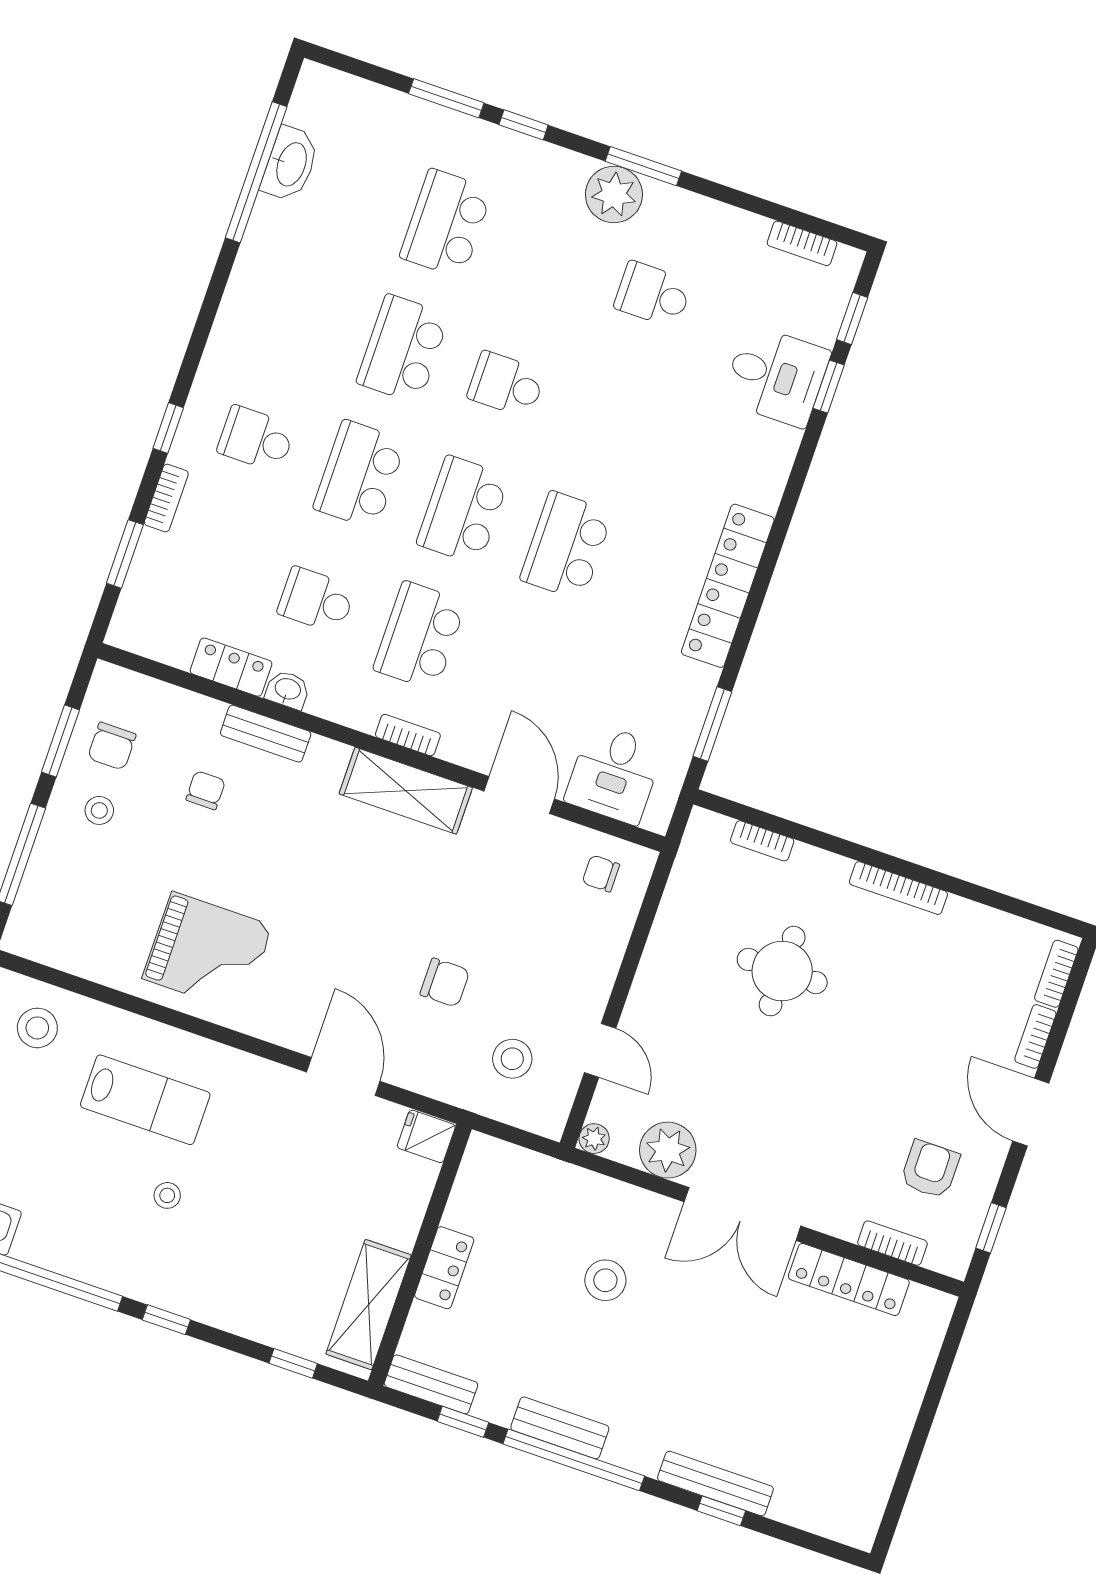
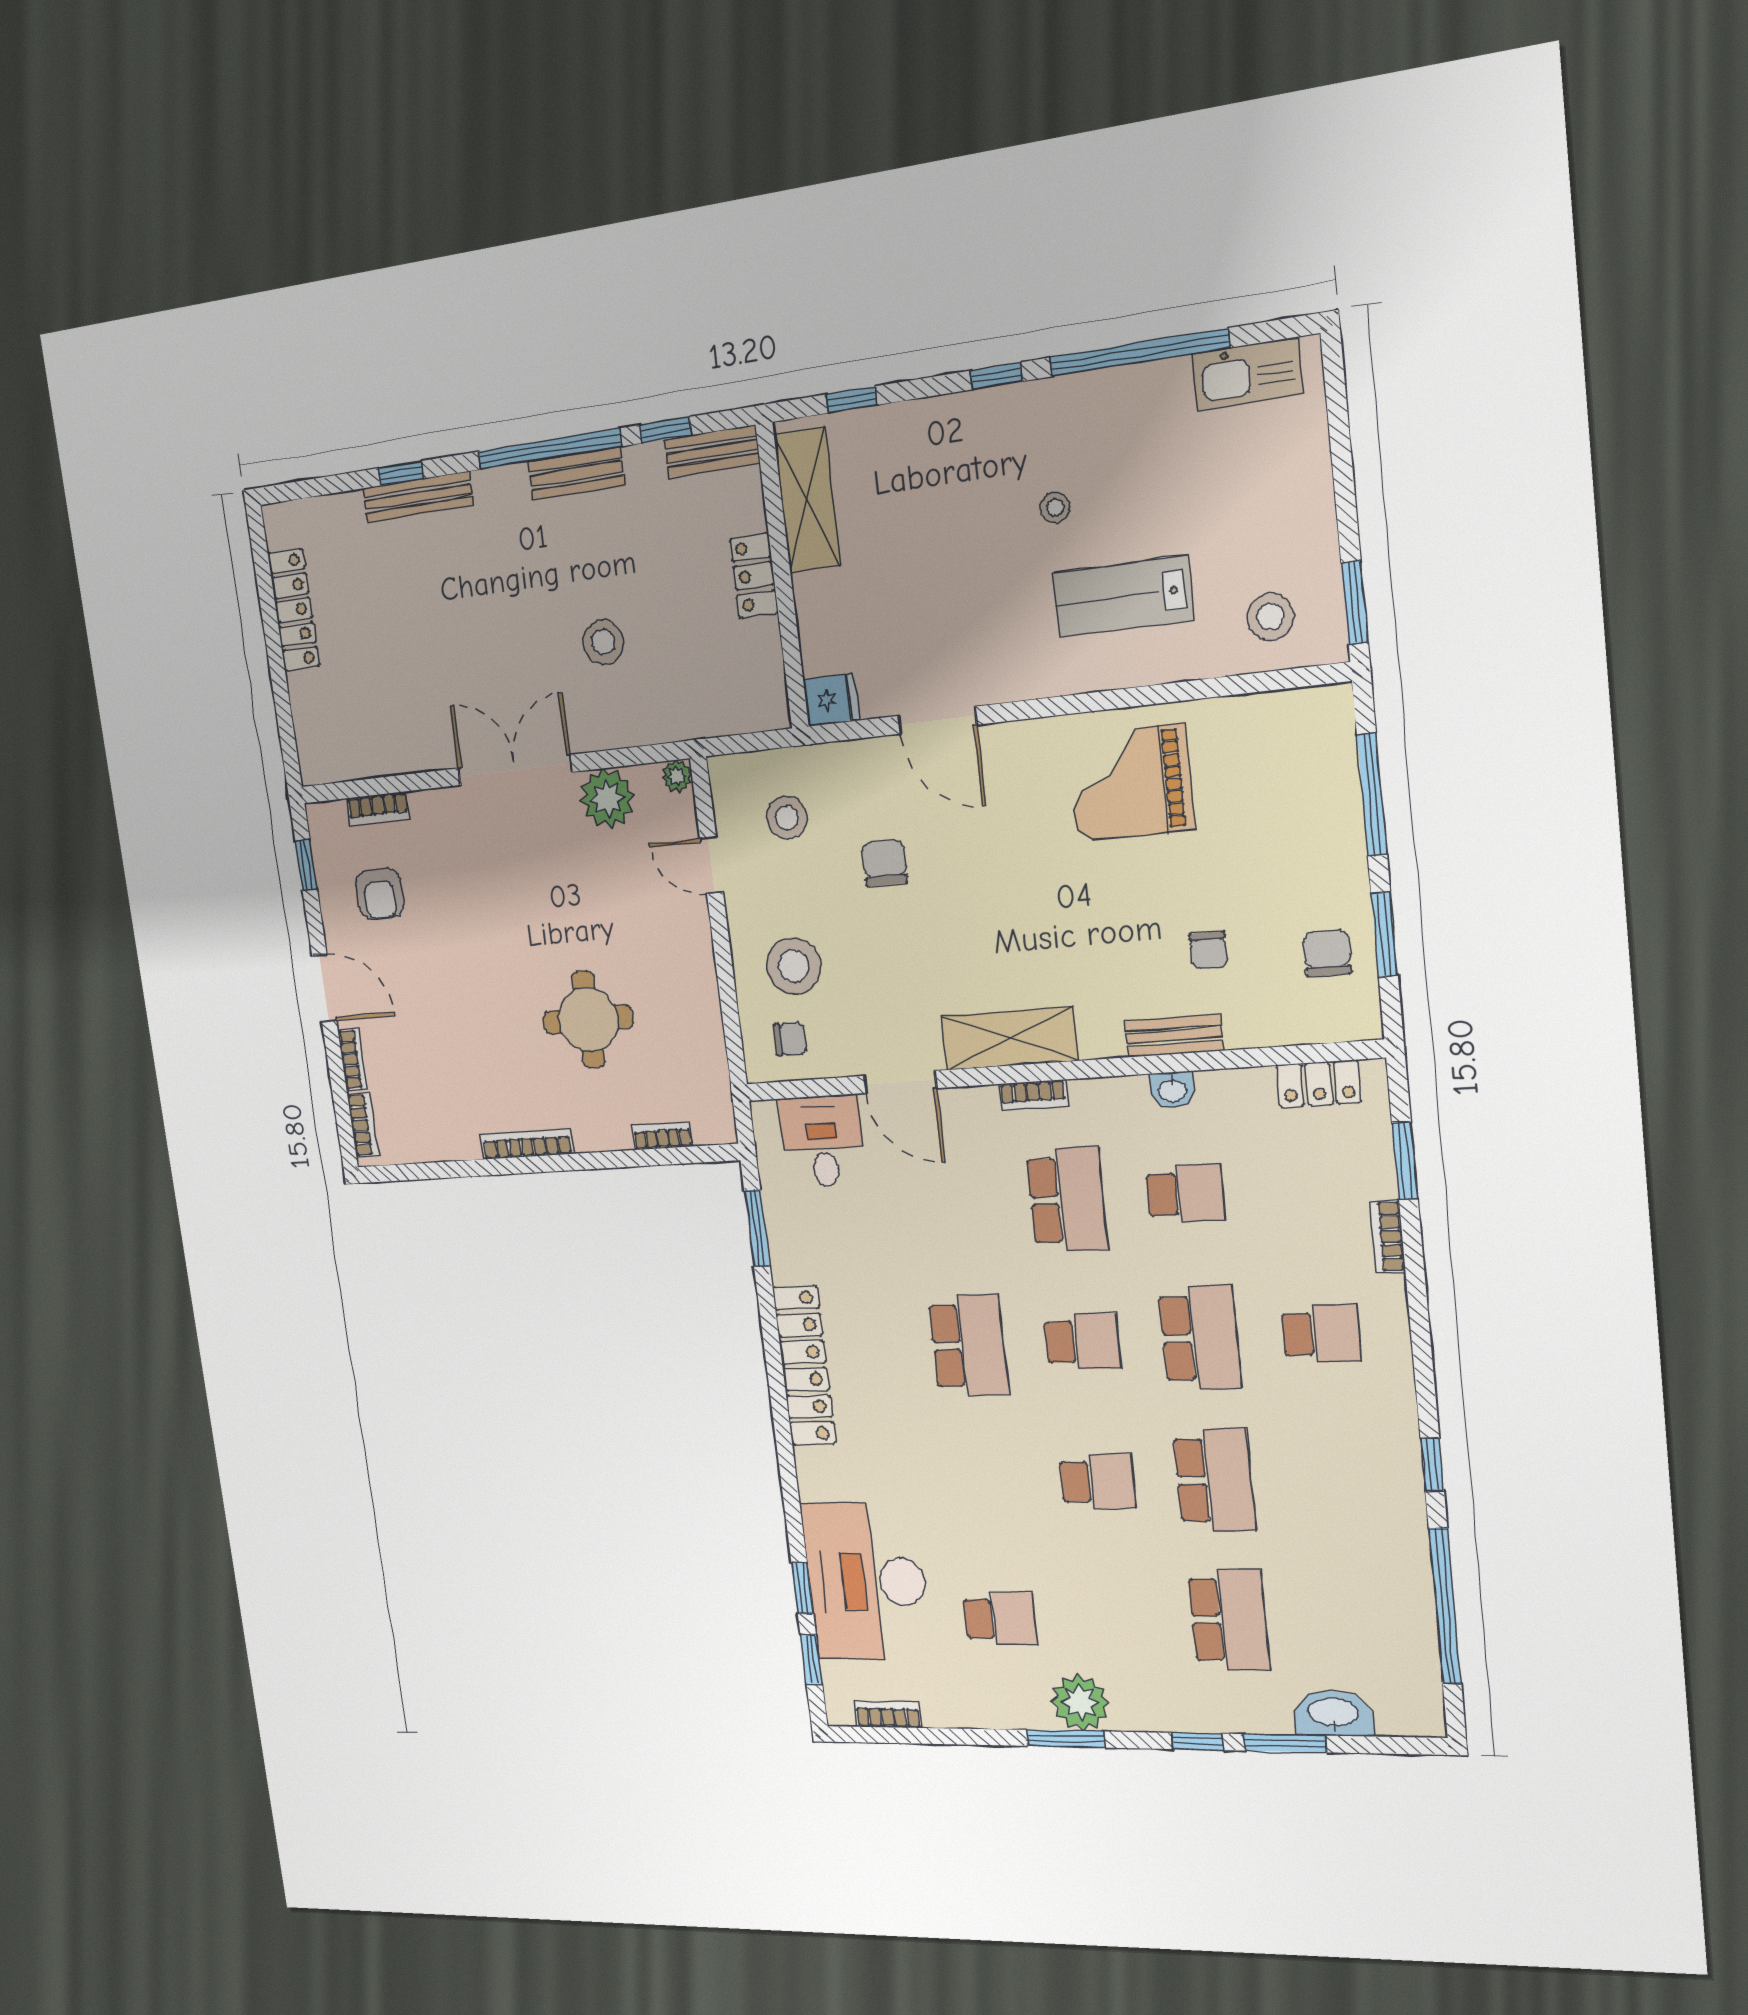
washbasin: (290, 164) -> (1333, 1713), moved, turned 90
desk: (776, 376) -> (866, 1581), width x1.87, depth x1.30
window: (168, 428) -> (1432, 1465), moved
school desk: (463, 510) -> (1082, 1342), width x0.54
locker: (231, 667) -> (1319, 1084), moved
stool: (99, 810) -> (794, 966), moved, width x1.89, depth x1.89
chair: (445, 983) -> (884, 863), turned 90
locker: (849, 1279) -> (294, 610), moved, turned 90

